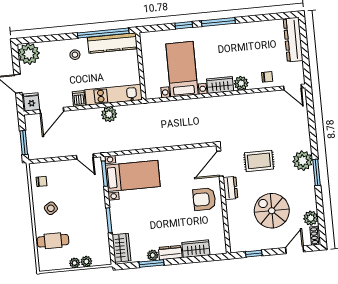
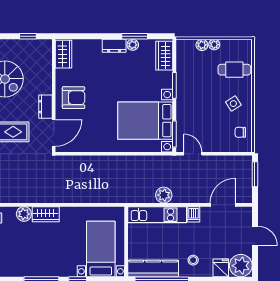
bed with nightstands: (182, 69) -> (101, 249), moved, turned 180
fridge: (31, 102) -> (221, 268), moved, turned 180
bed with nightstands: (133, 176) -> (145, 121), width x1.36
wardrobe: (196, 249) -> (64, 54), moved, turned -90

